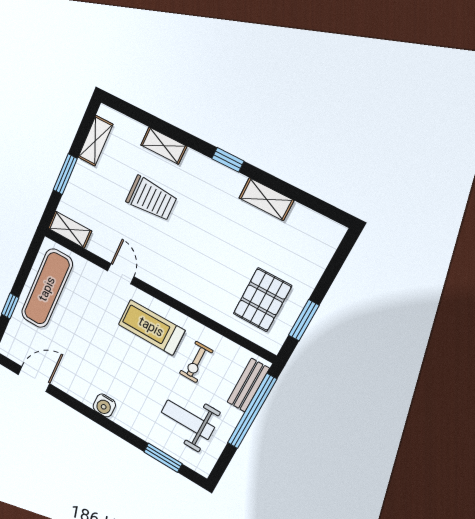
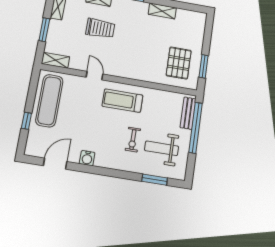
exercise bike: (196, 362) -> (133, 140), moved
water cooler: (104, 405) -> (87, 158), moved

